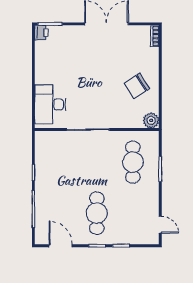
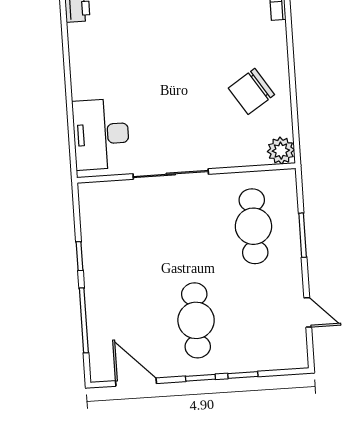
door: (160, 225) -> (308, 312), moved

